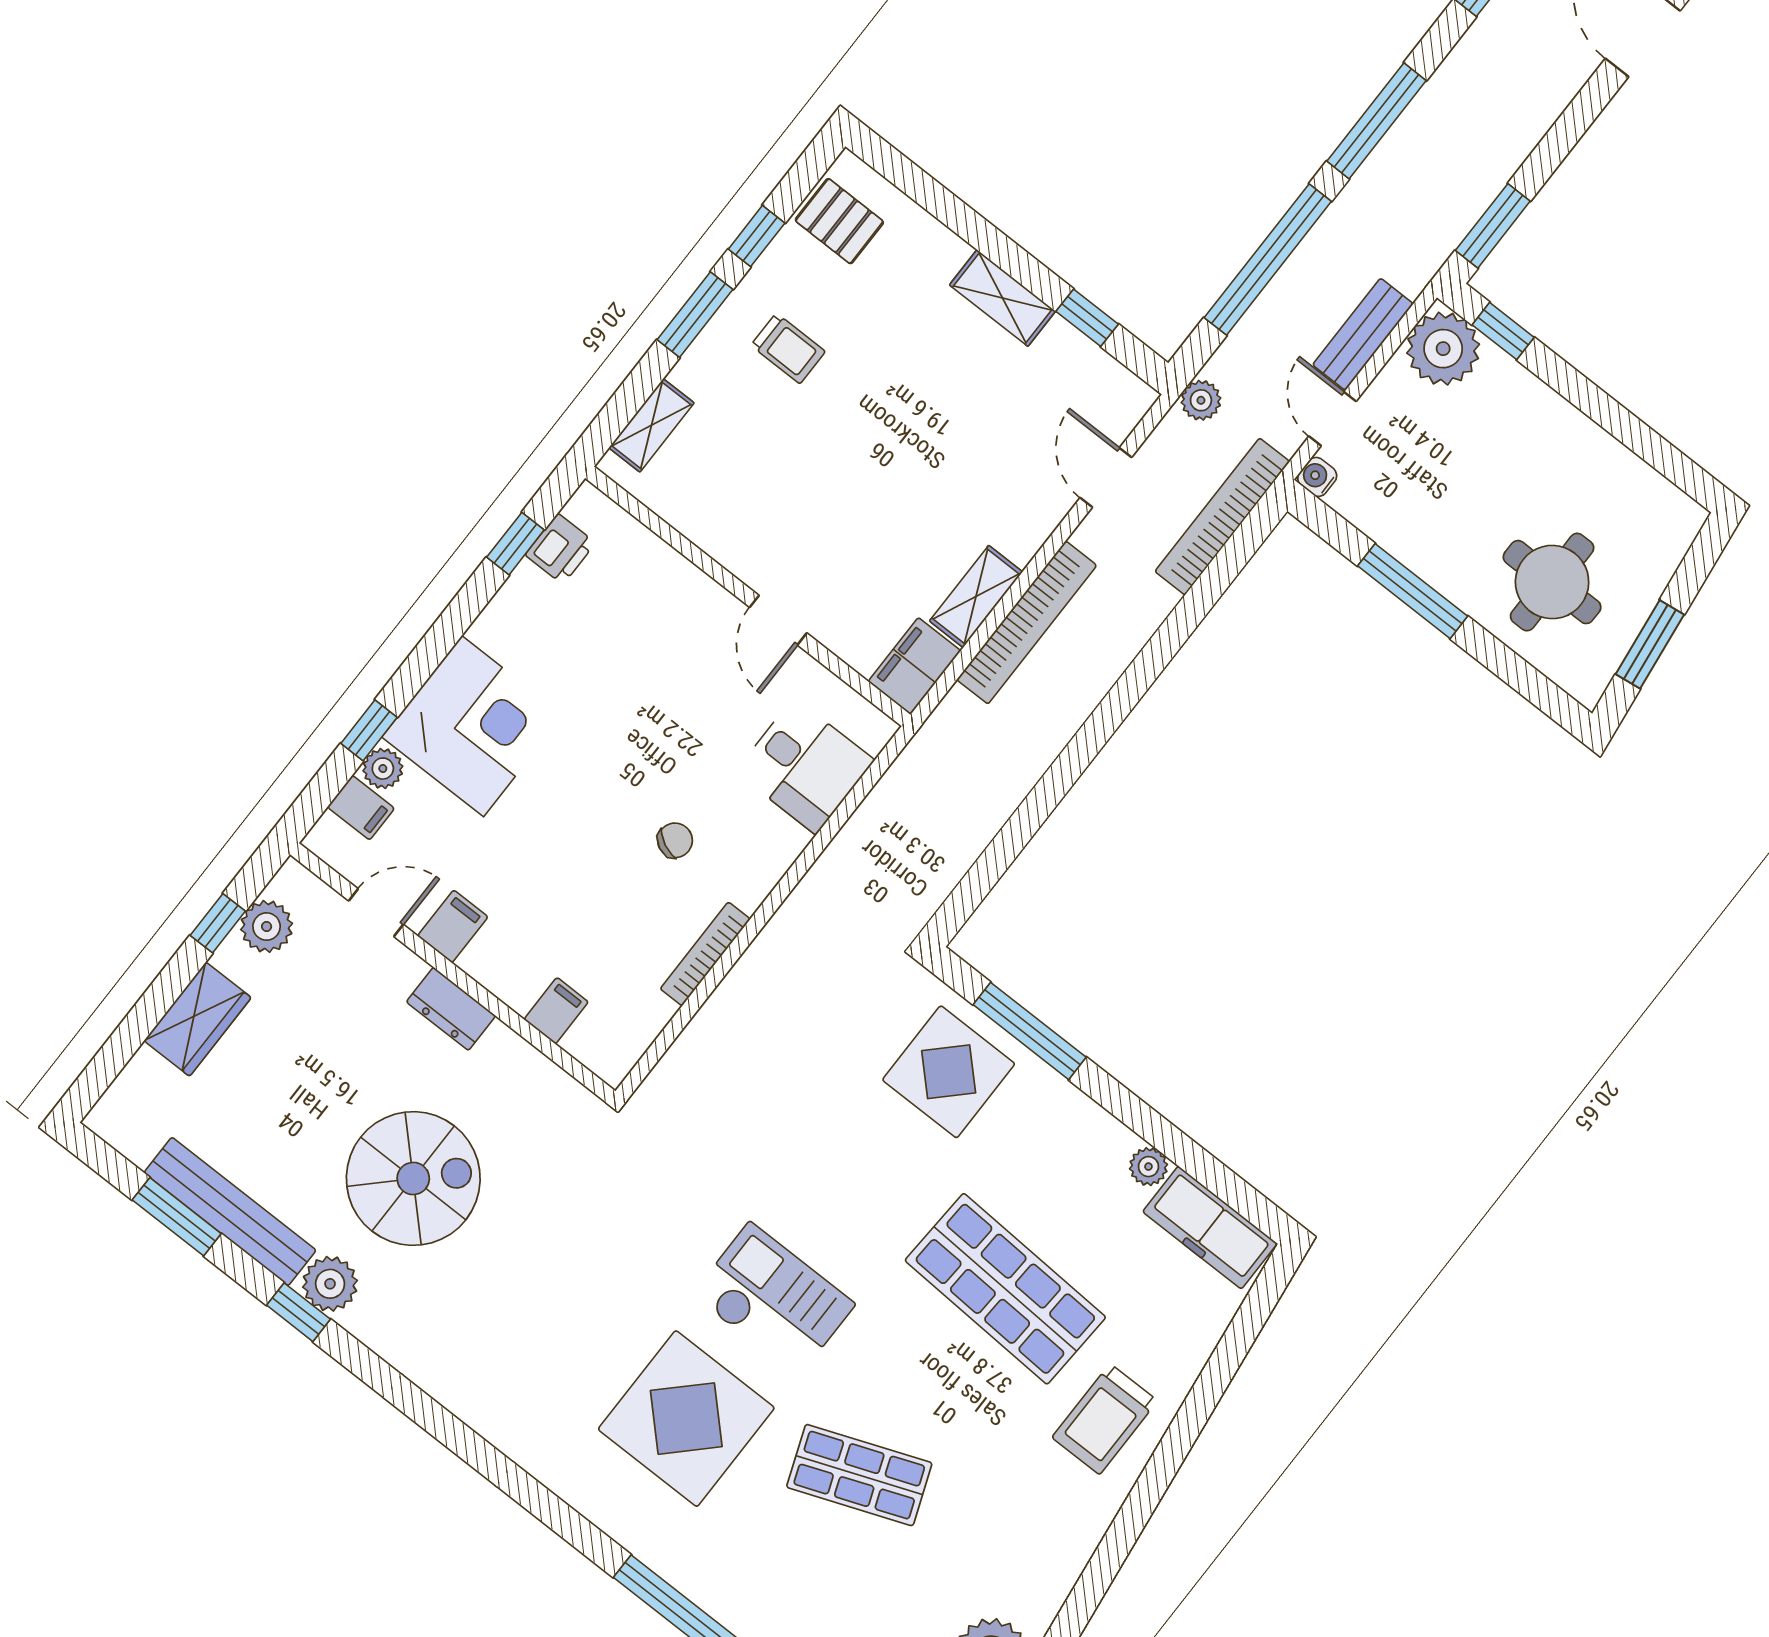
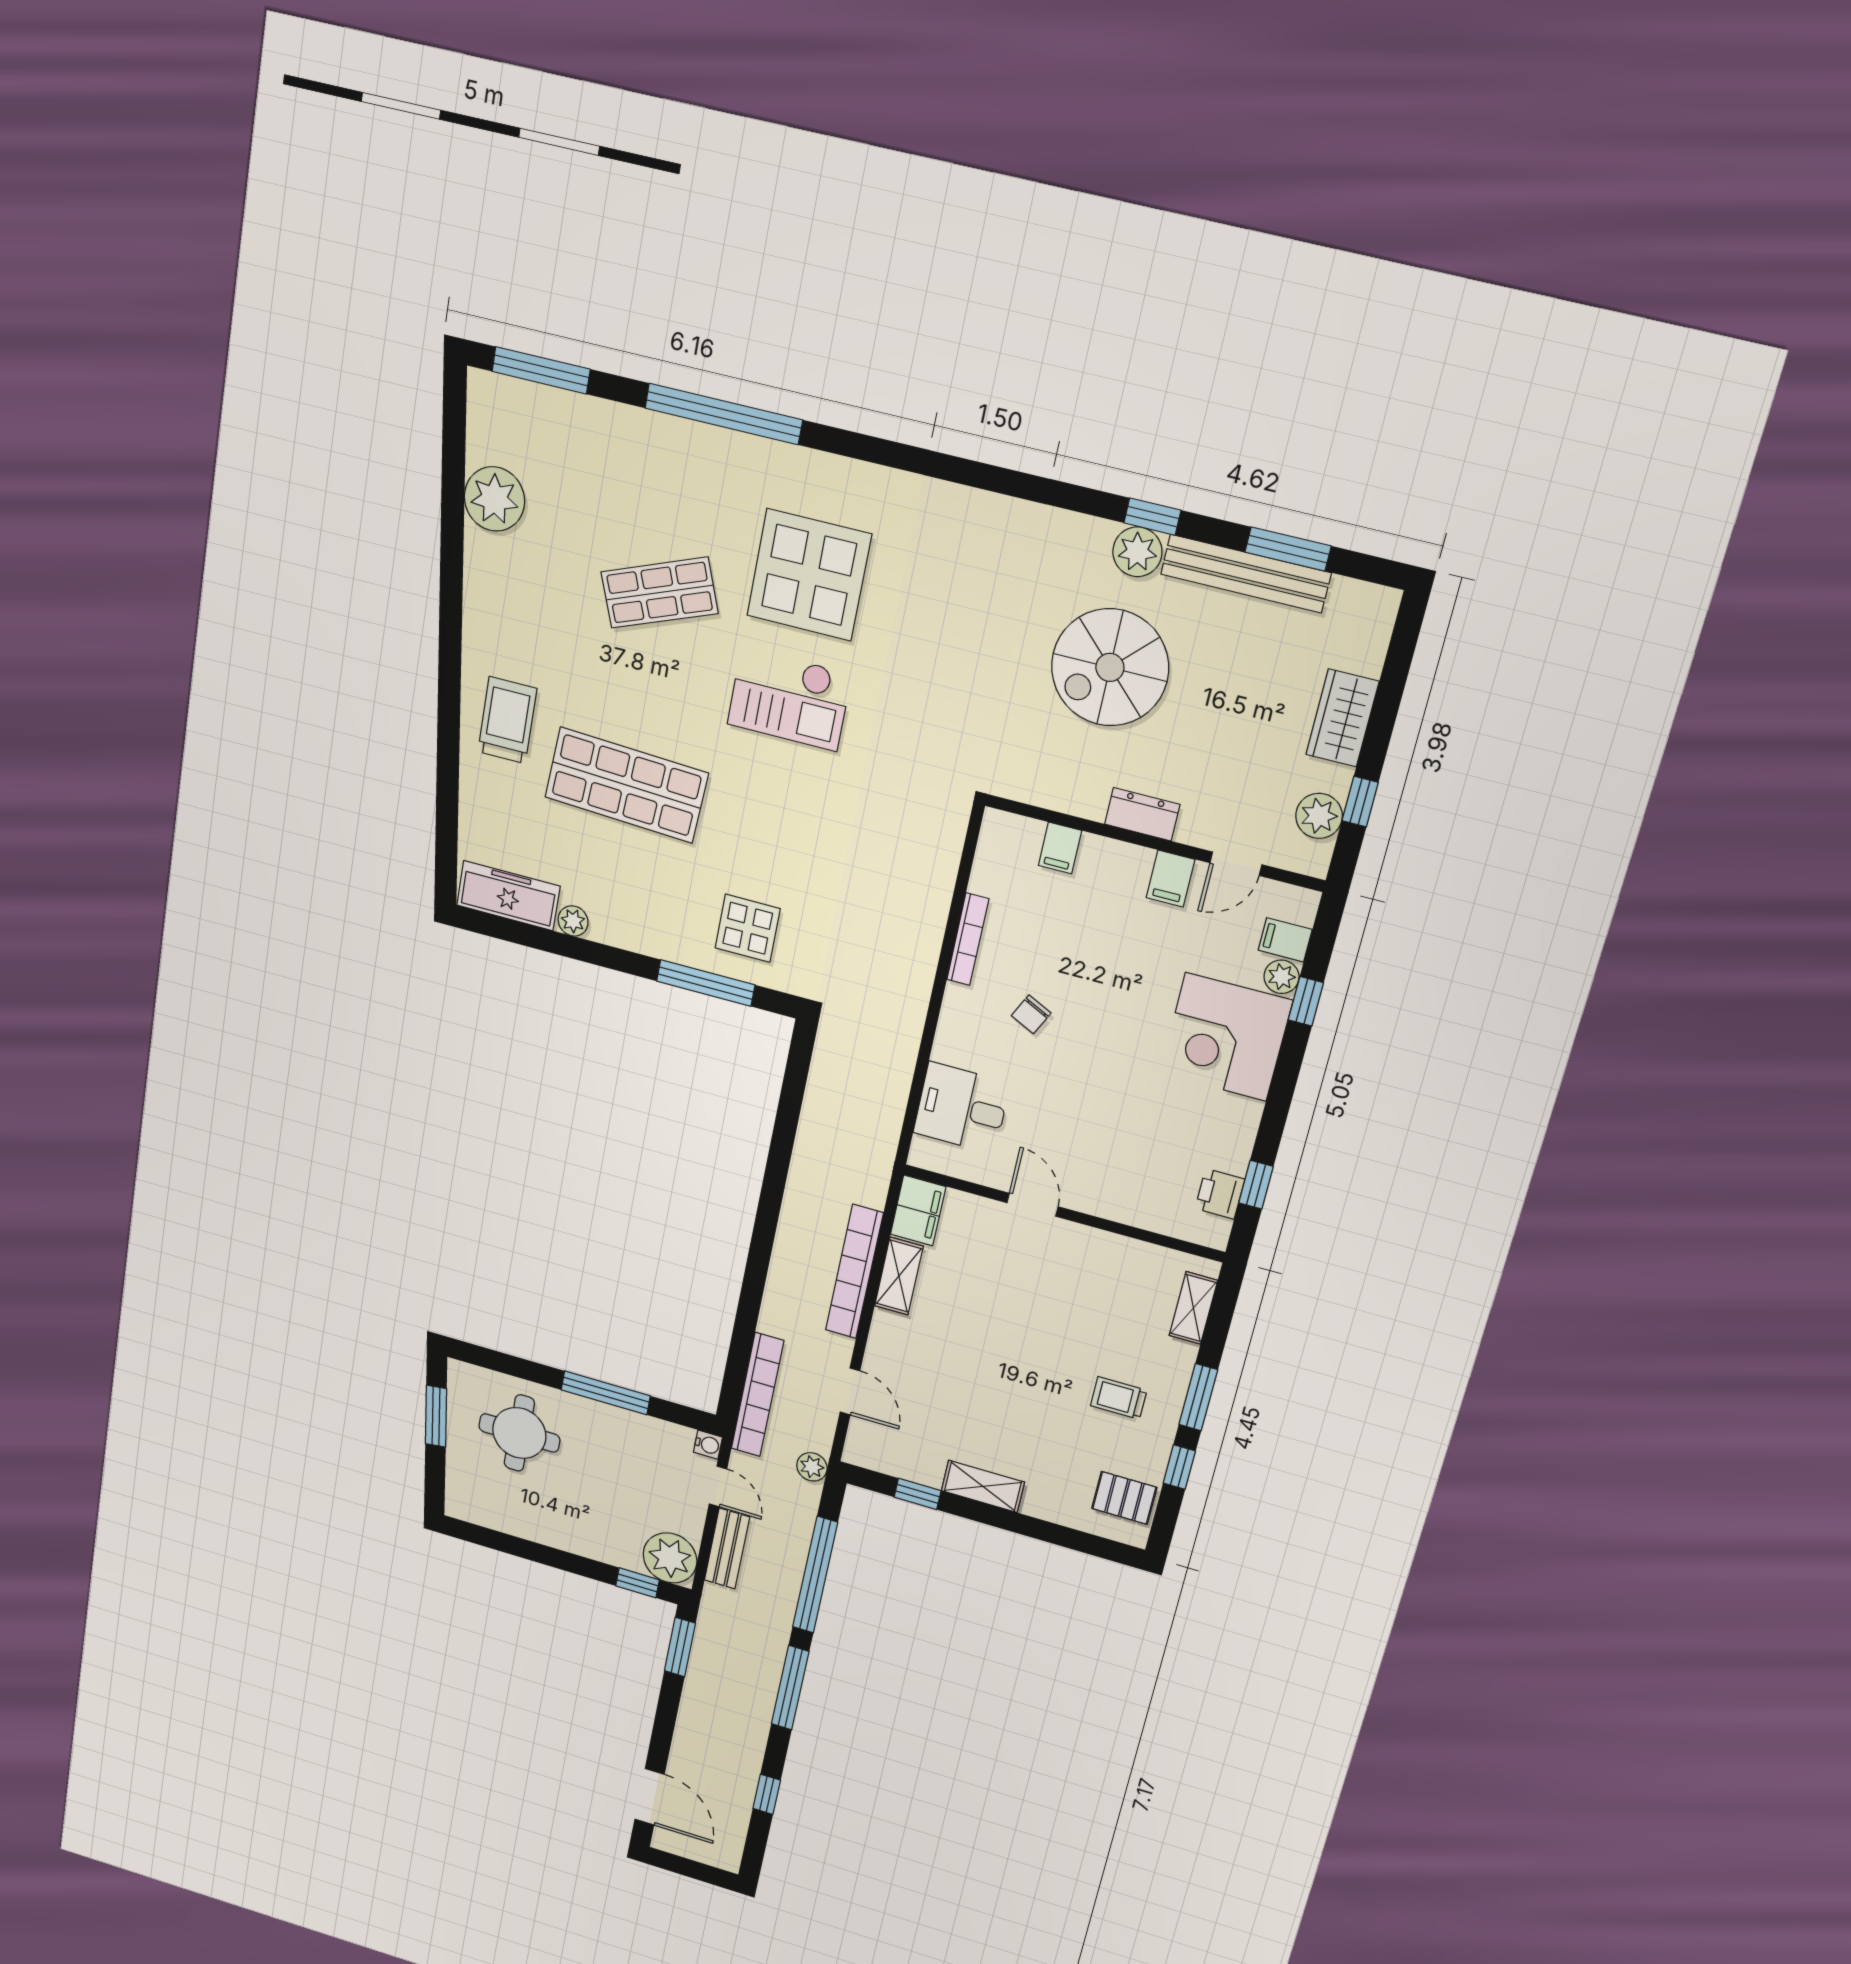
display table: (949, 1072) -> (748, 928), width x0.73, depth x0.73

